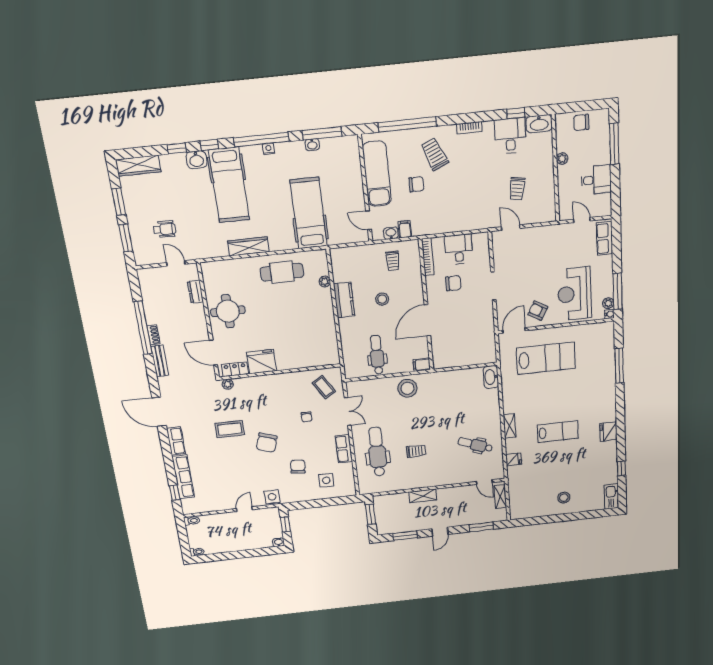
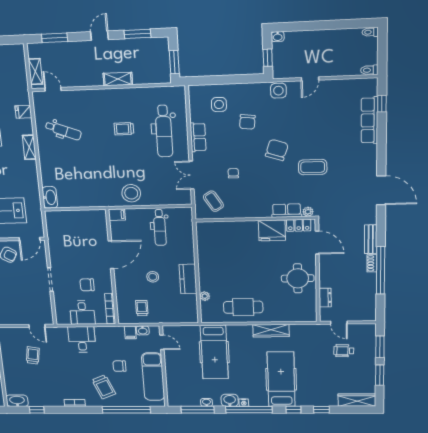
desk: (510, 136) -> (82, 339), moved, turned 180
washbasin: (197, 160) -> (230, 400), moved
row of seats: (176, 441) -> (287, 211), moved, turned 90

